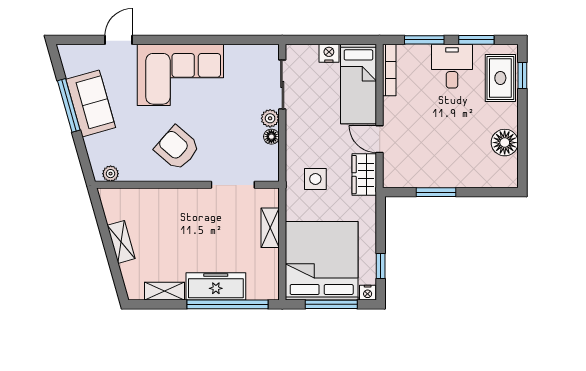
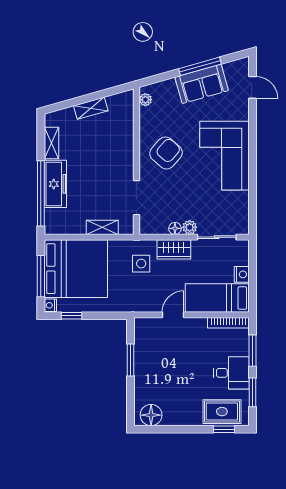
door: (119, 40) -> (252, 87), moved
floor lamp: (505, 143) -> (151, 415), moved
wardrobe: (364, 175) -> (174, 249), moved, turned 180

